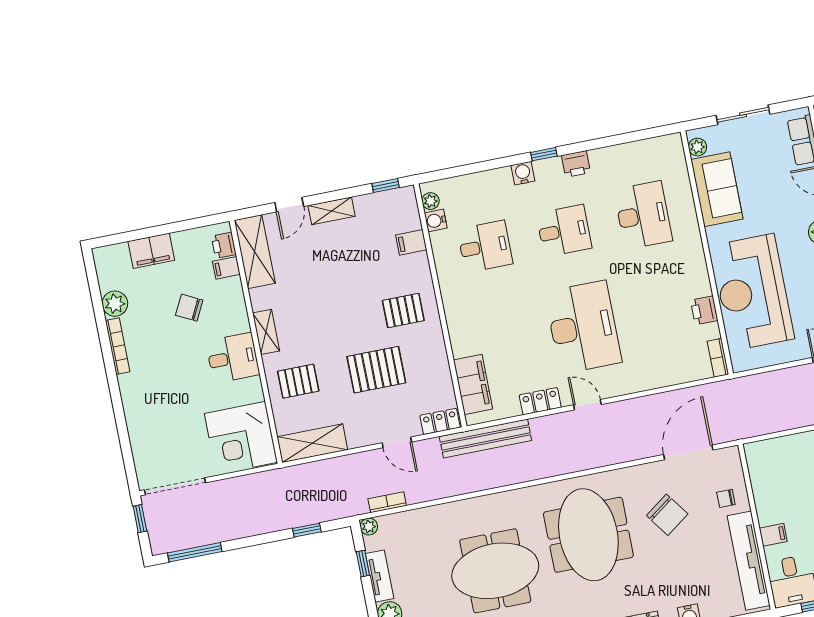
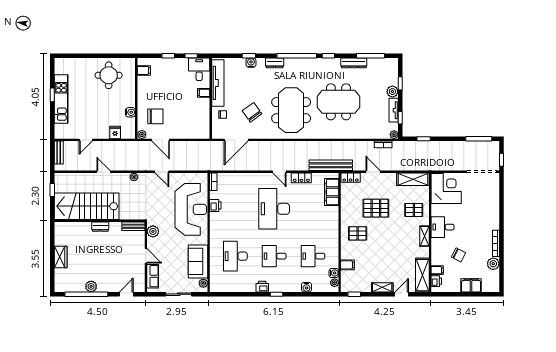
water cooler: (523, 173) -> (306, 287), moved

